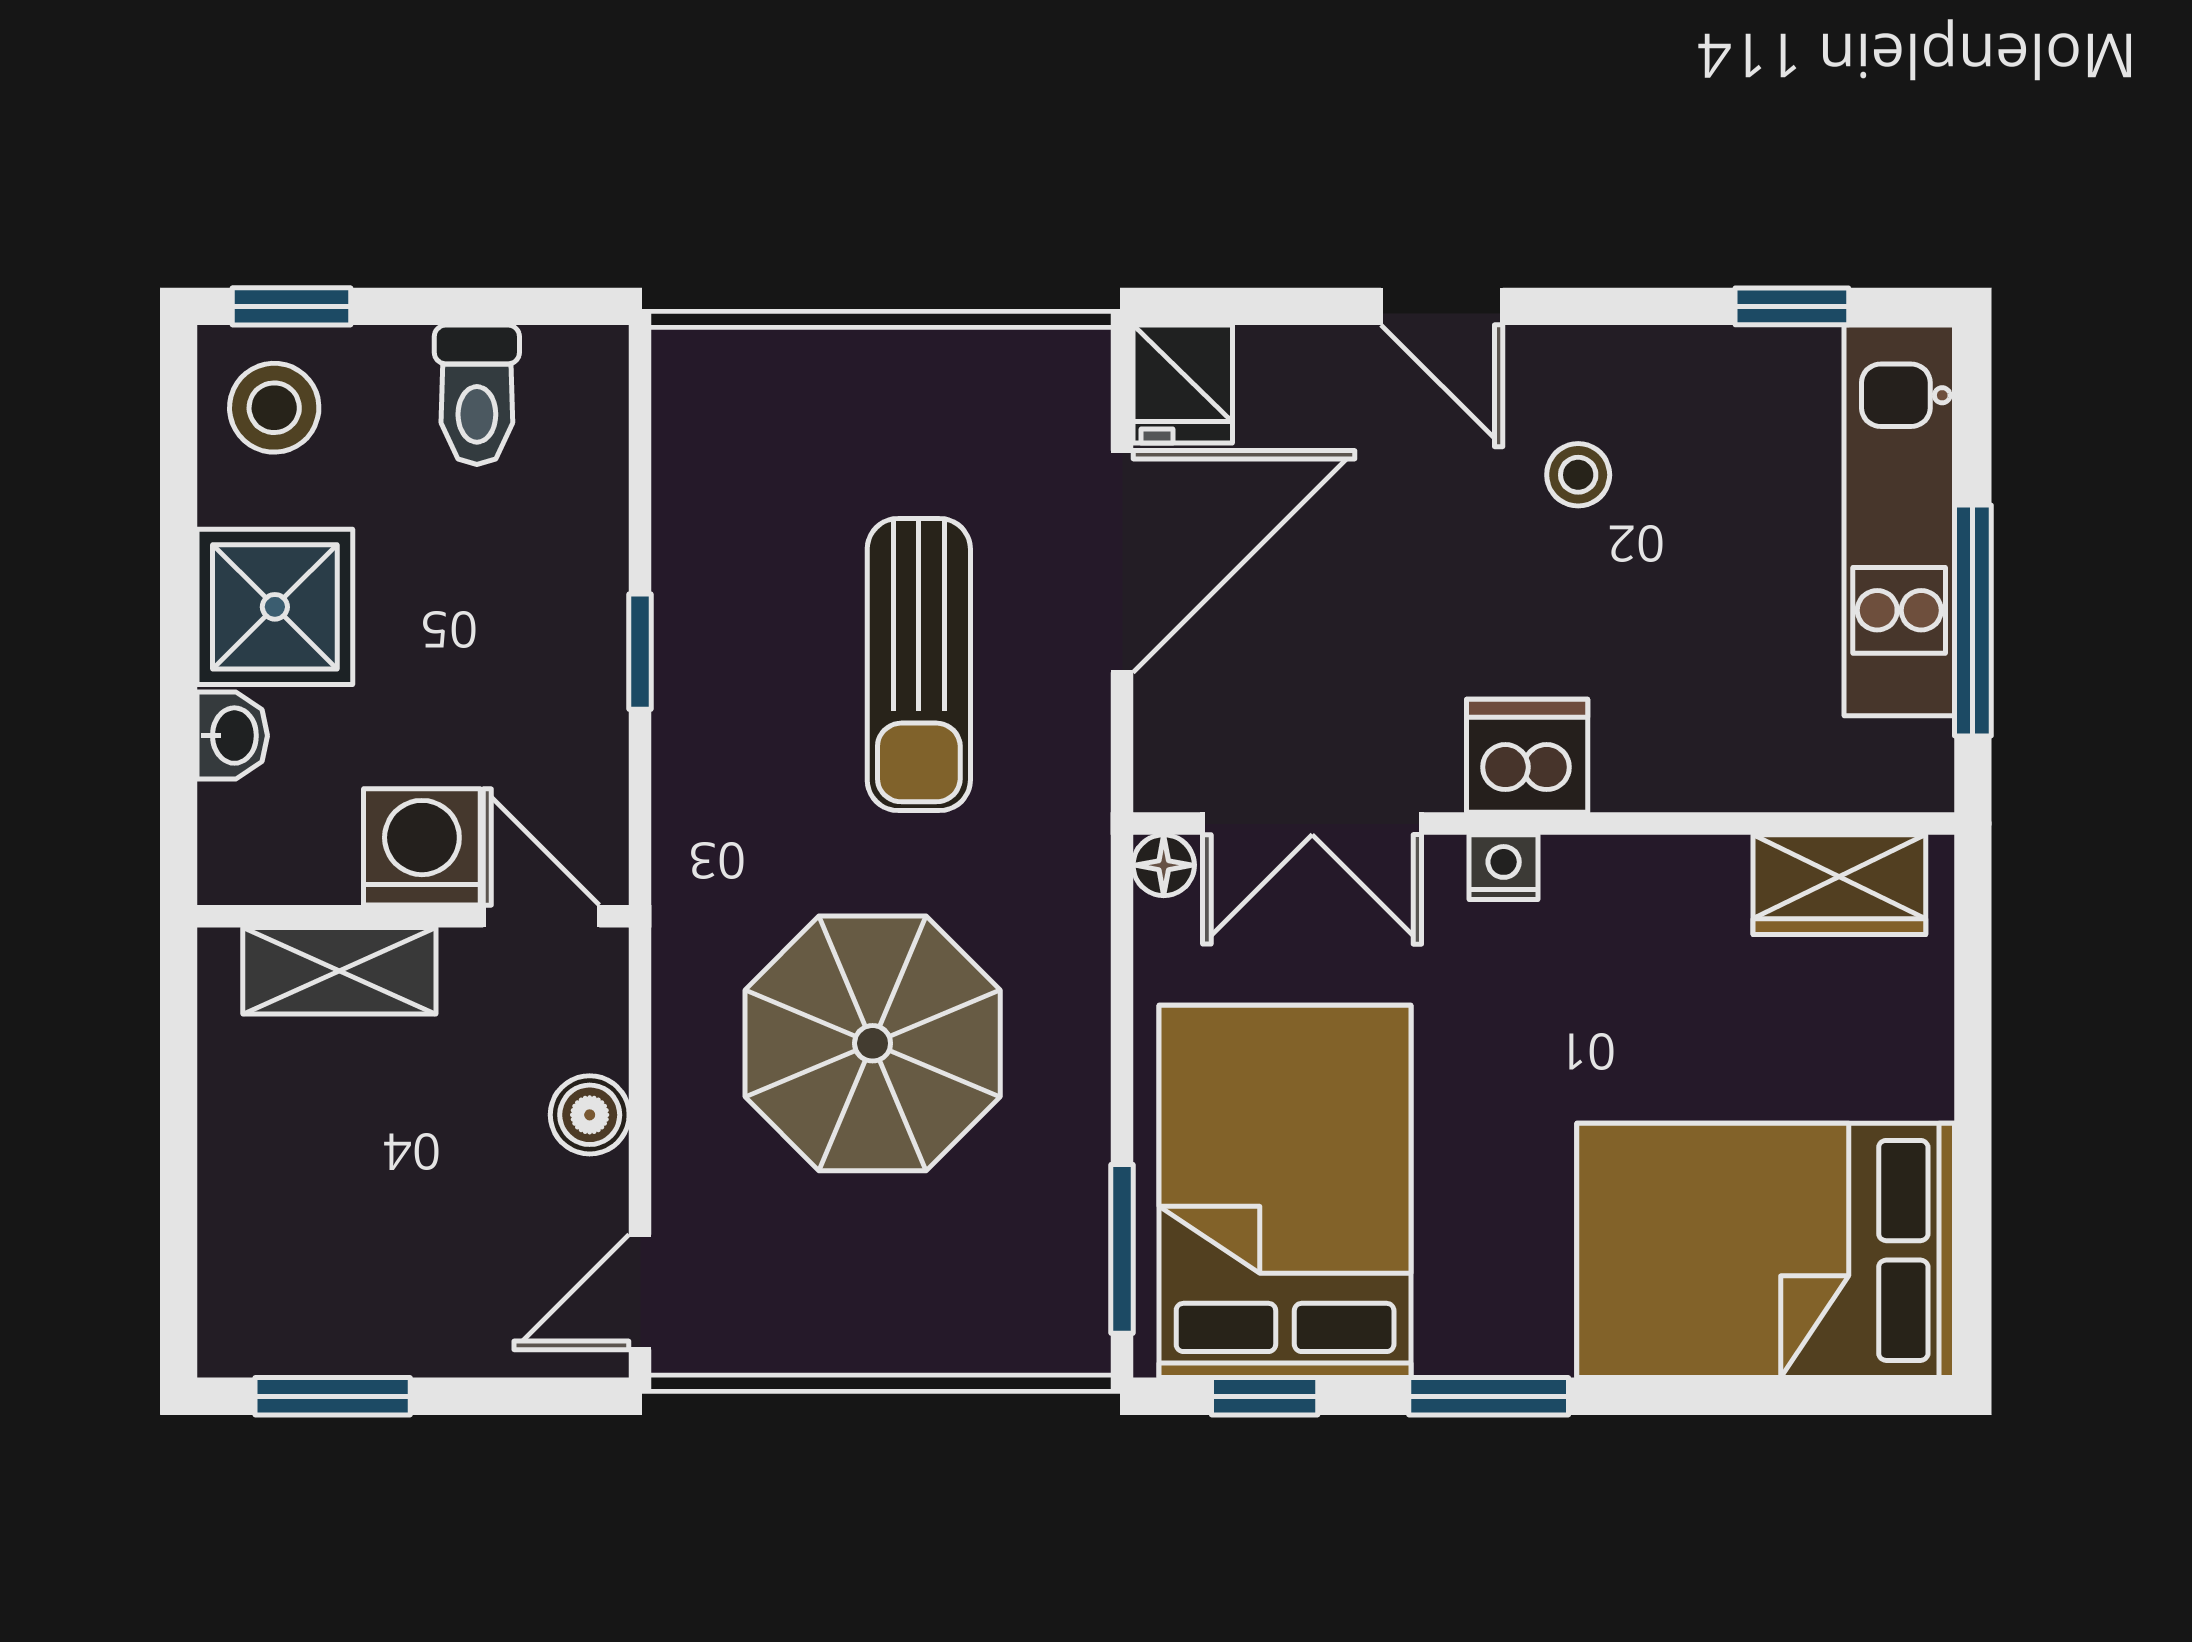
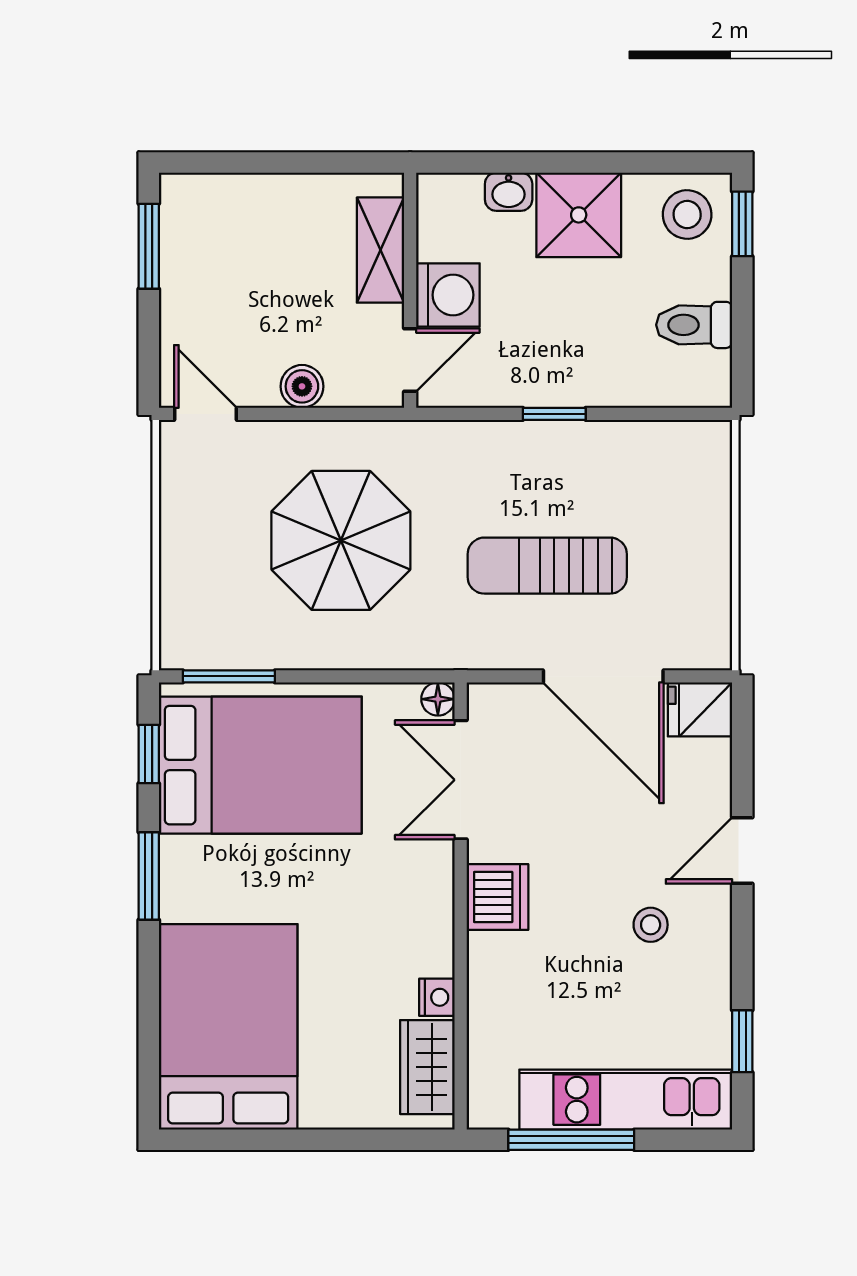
nightstand: (1504, 867) -> (437, 997), moved

